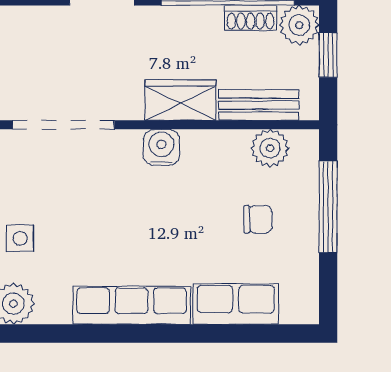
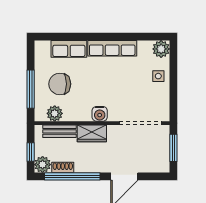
chair: (258, 219) -> (60, 84), width x1.87, depth x1.87

